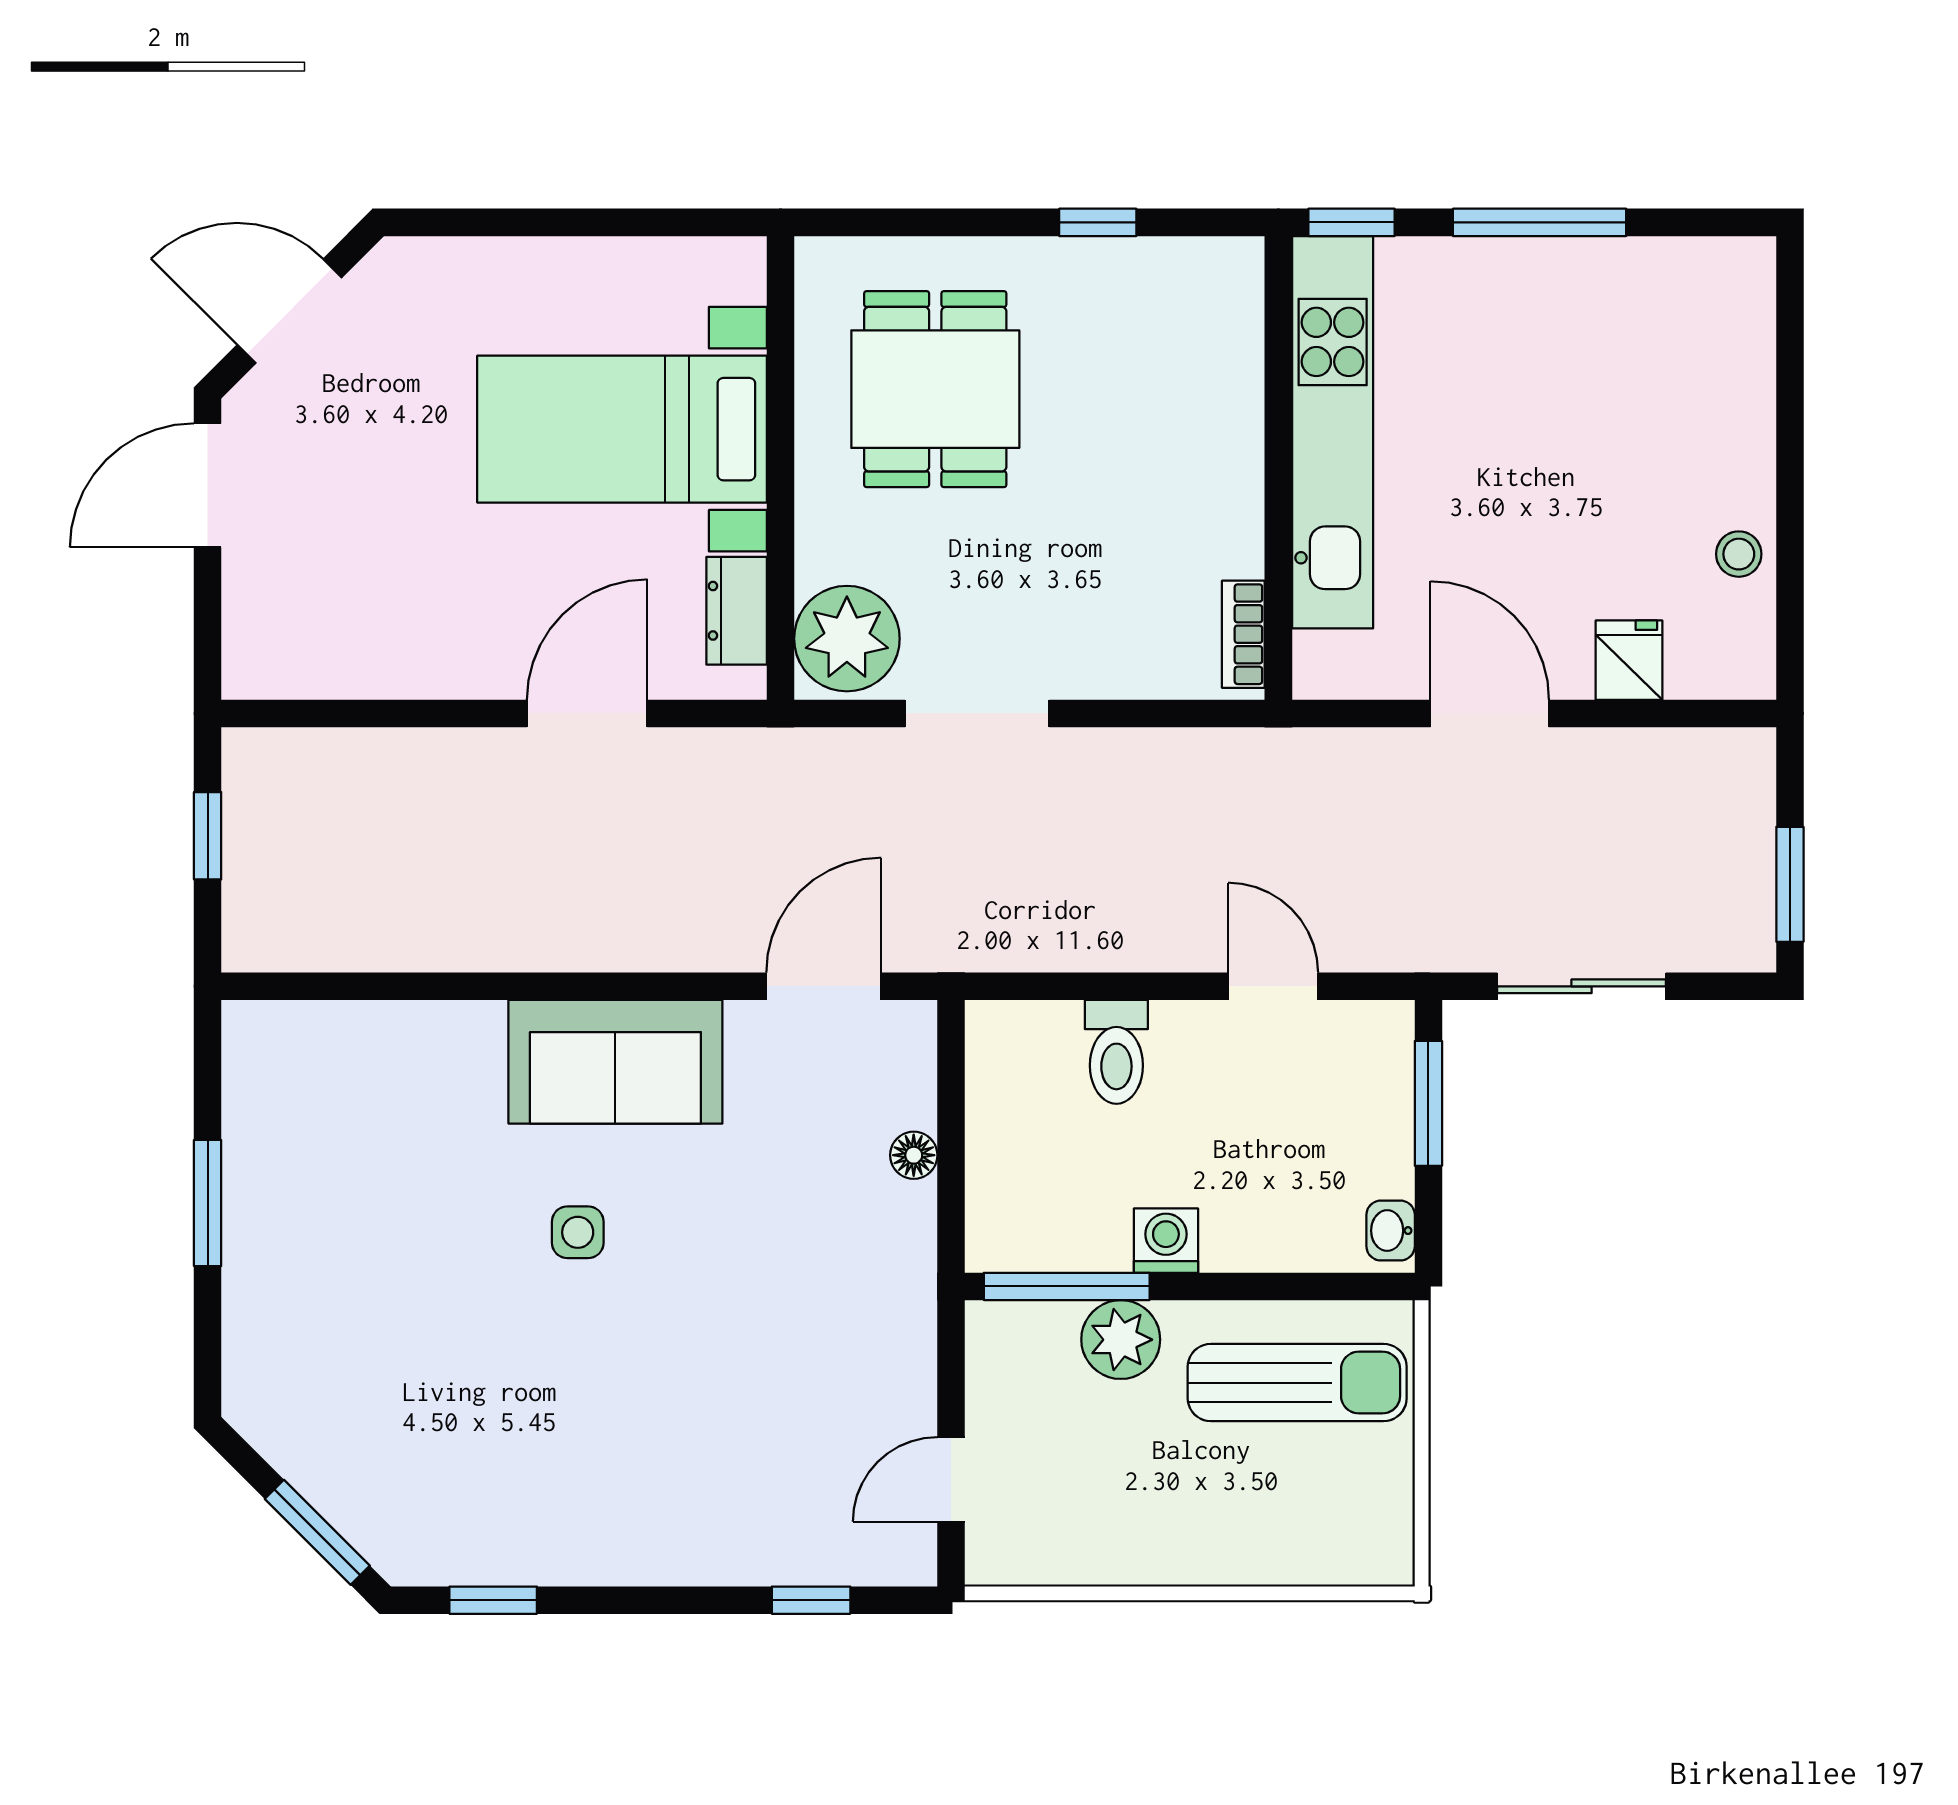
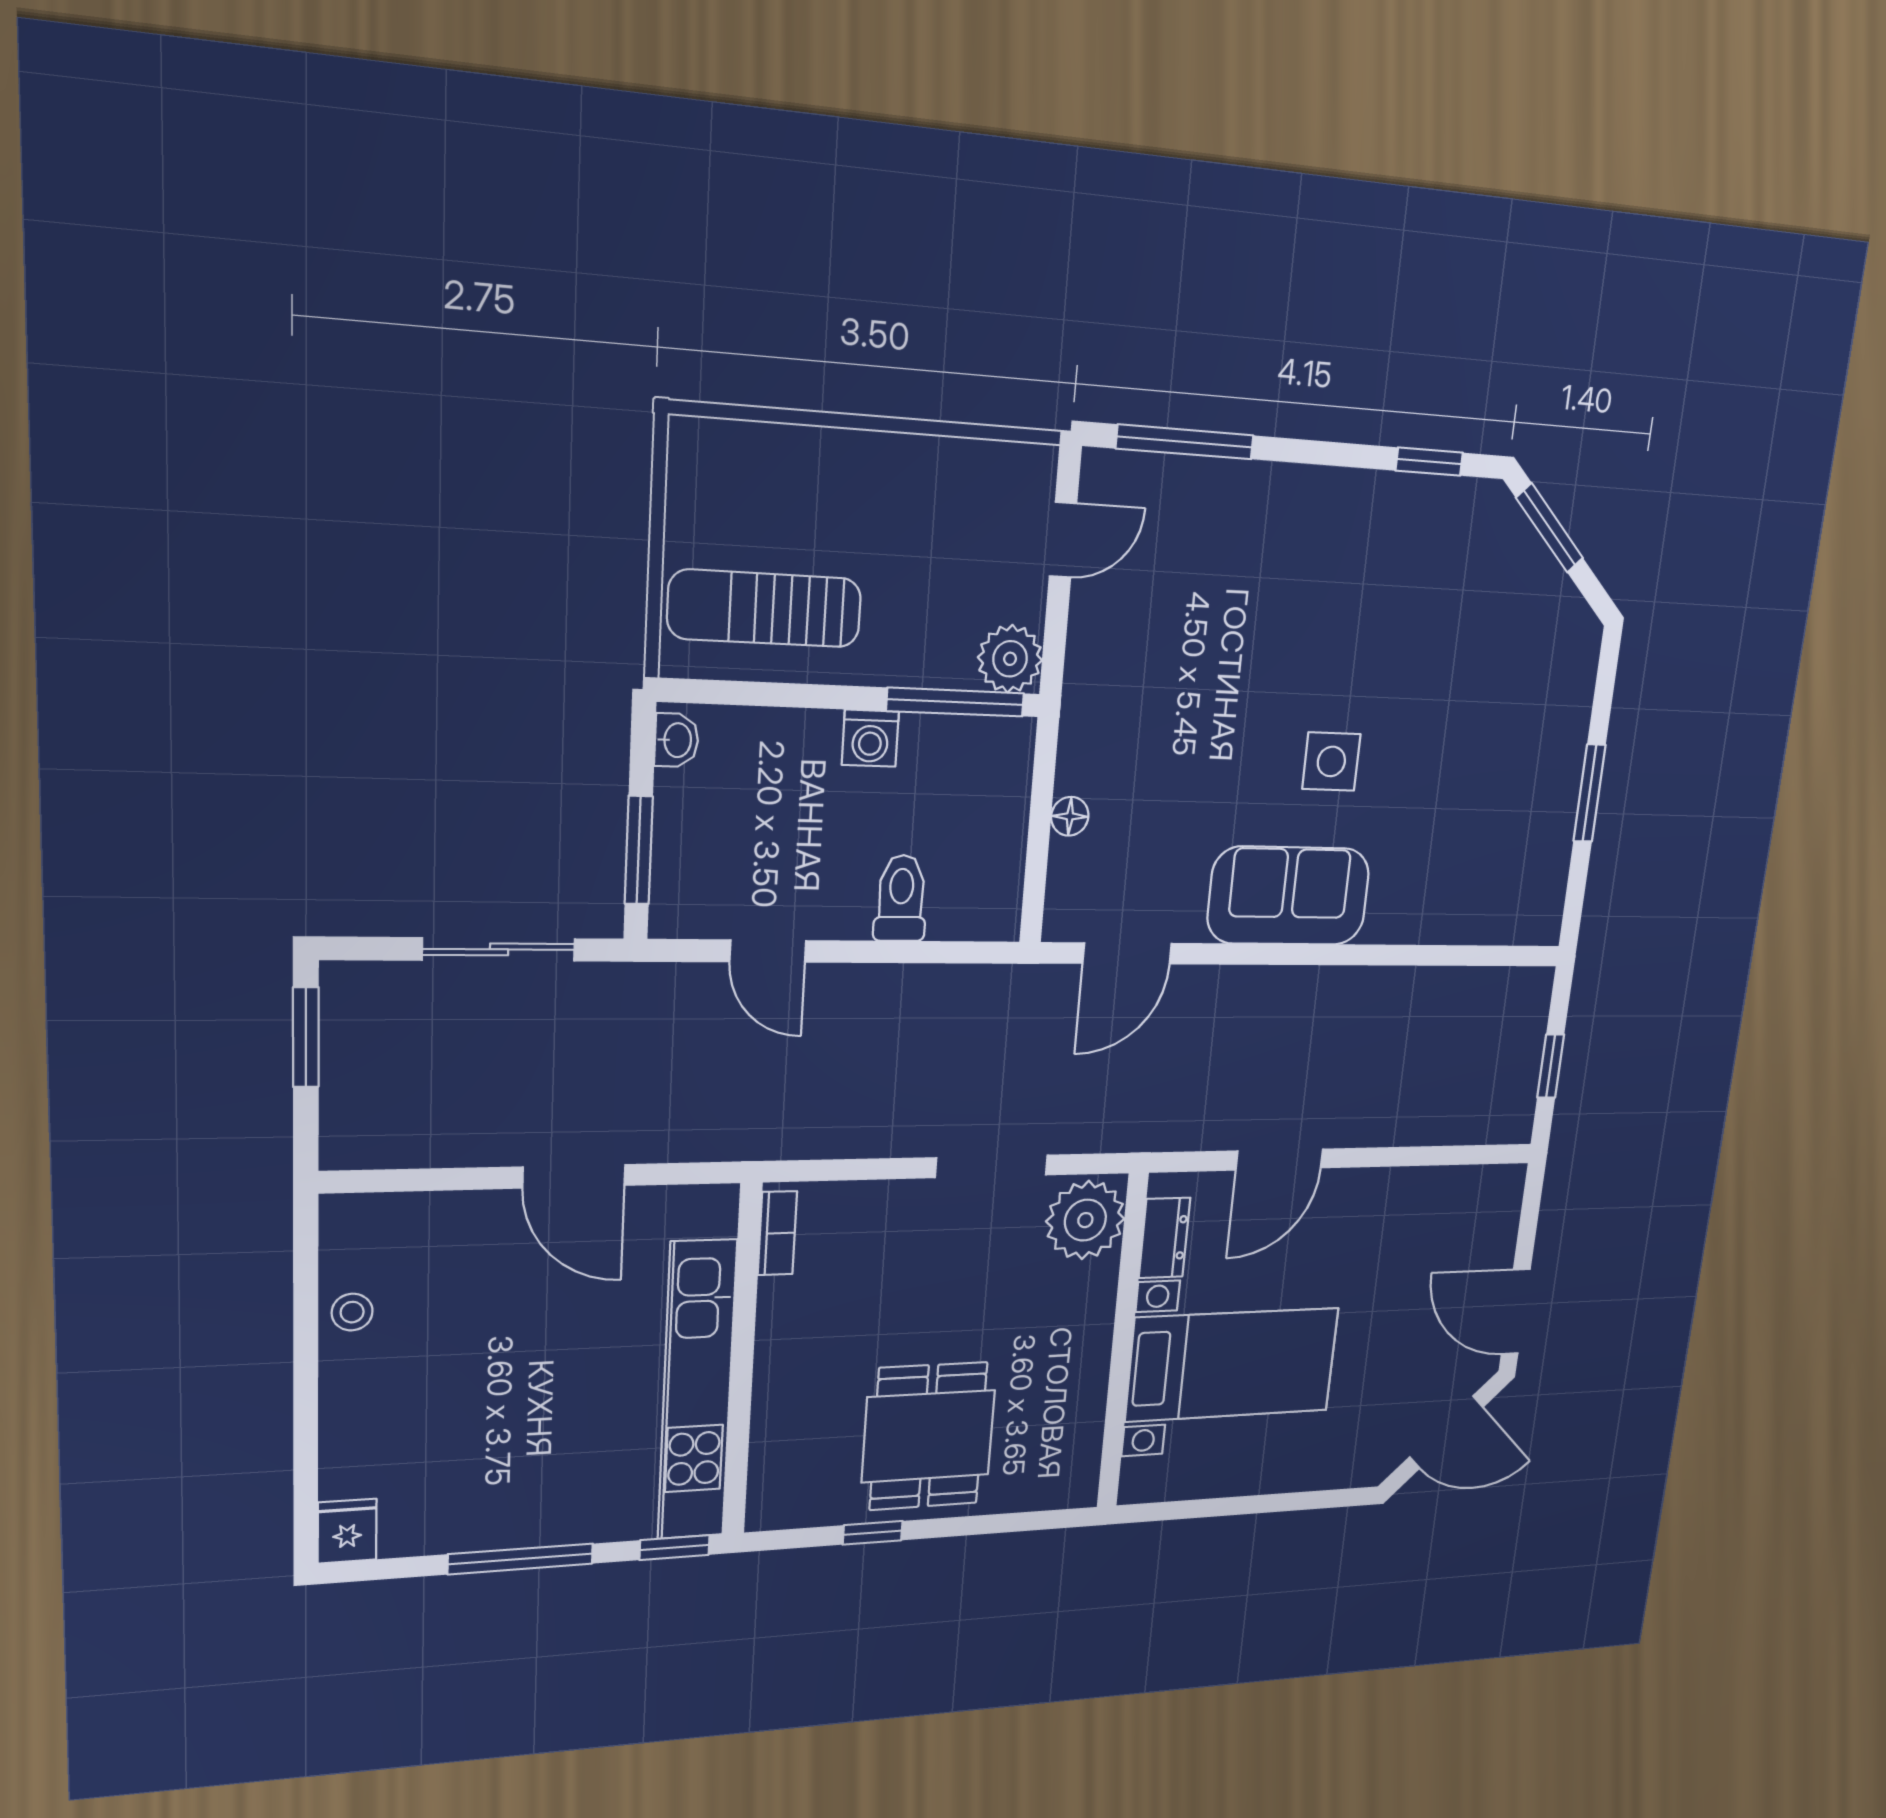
dining table: (935, 389) -> (928, 1436), moved
door: (208, 485) -> (1516, 1312), swing flipped
fridge: (1629, 660) -> (347, 1531), moved, turned 180
side table: (578, 1232) -> (1331, 761), width x1.37, depth x1.37
plant: (1121, 1340) -> (1010, 659), moved
window: (811, 1600) -> (1185, 442), width x2.17

